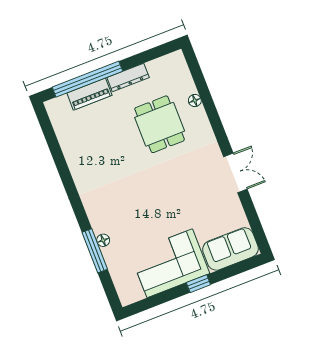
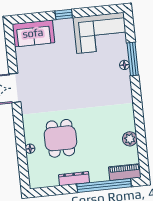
piano: (89, 94) -> (125, 172), moved
plant: (71, 148) -> (130, 139), added
corner sofa: (170, 263) -> (100, 33), moved

